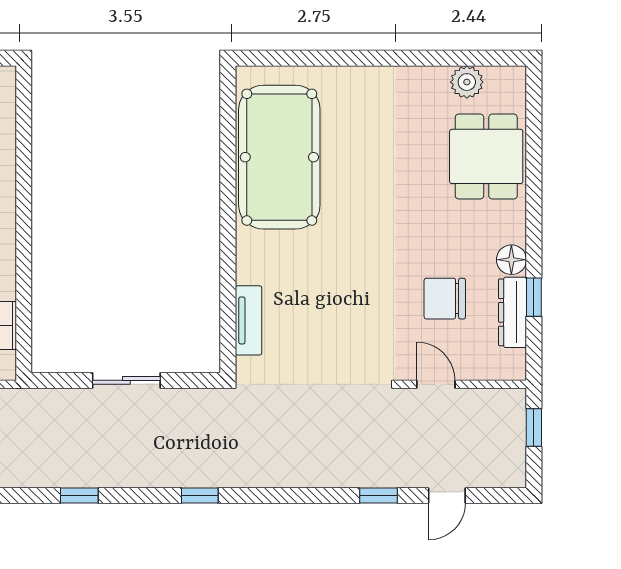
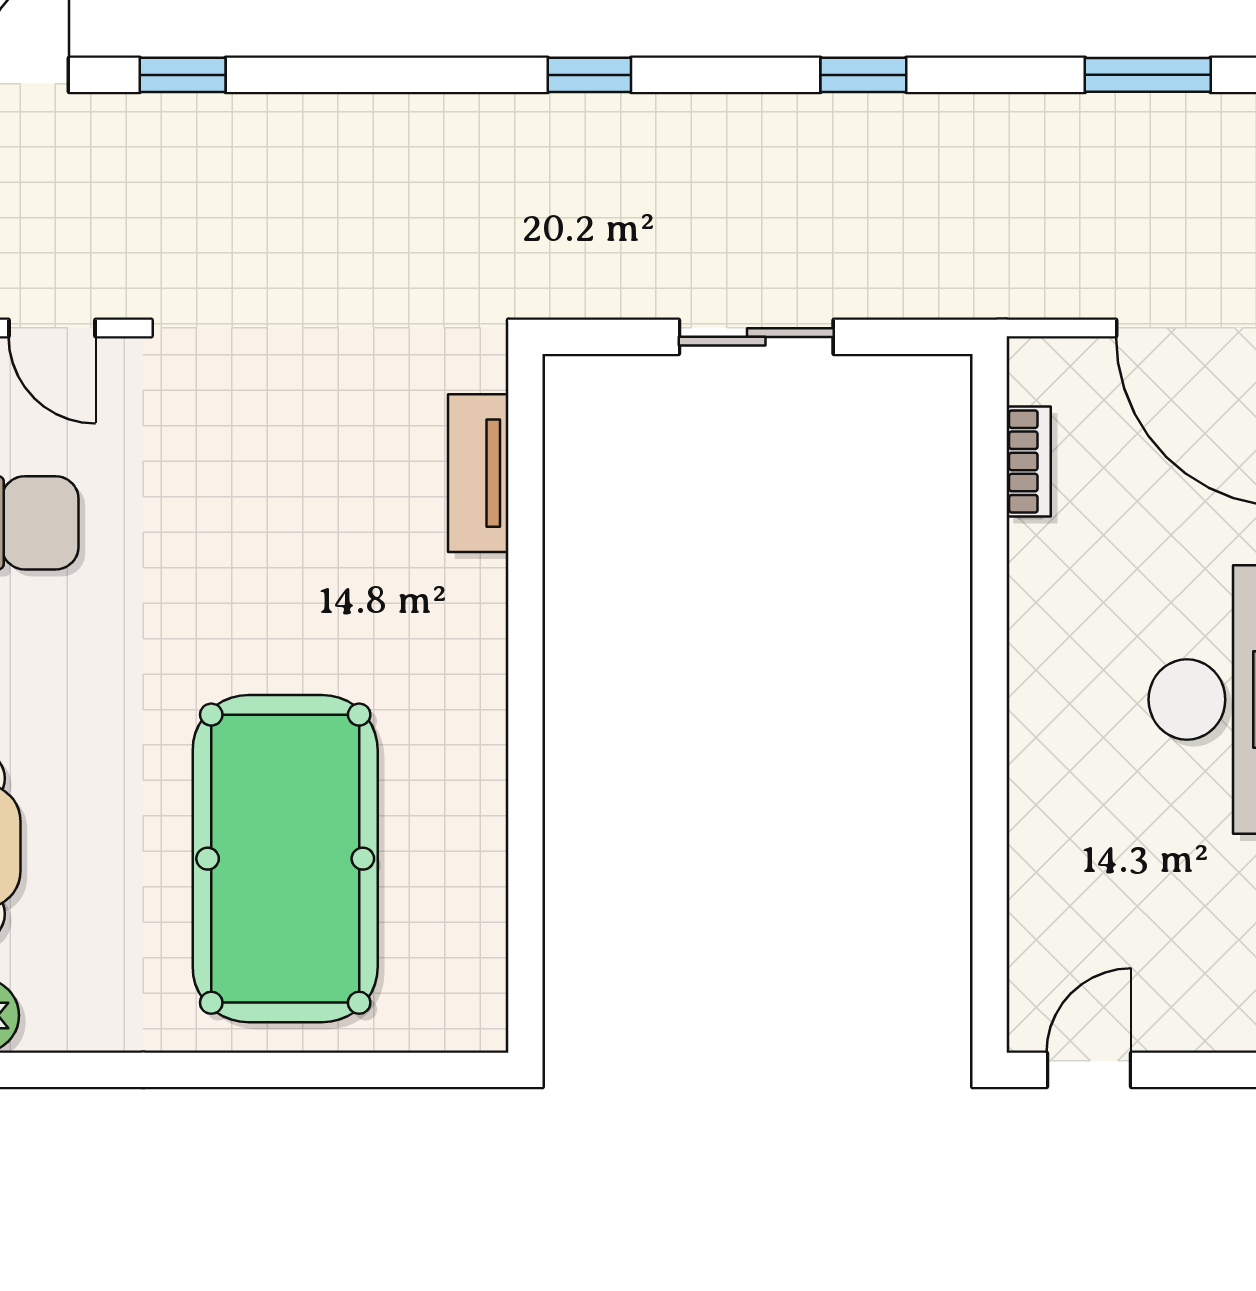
pool table: (279, 157) -> (285, 859), moved

